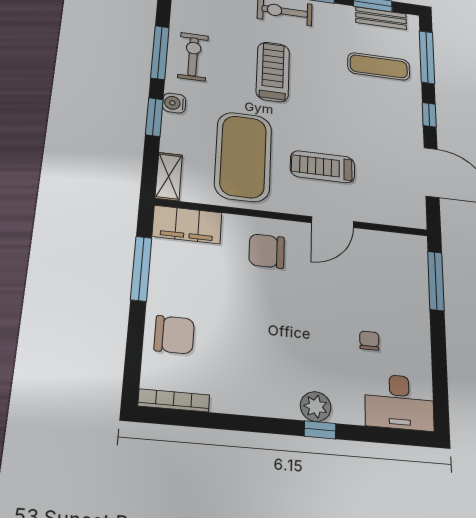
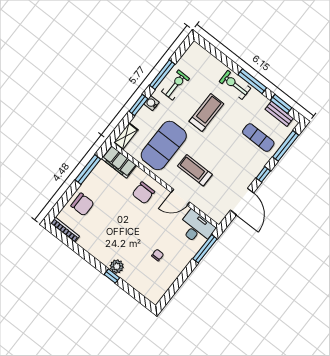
chair: (267, 251) -> (143, 193), turned -90
desk: (399, 402) -> (196, 228), moved, turned 180

